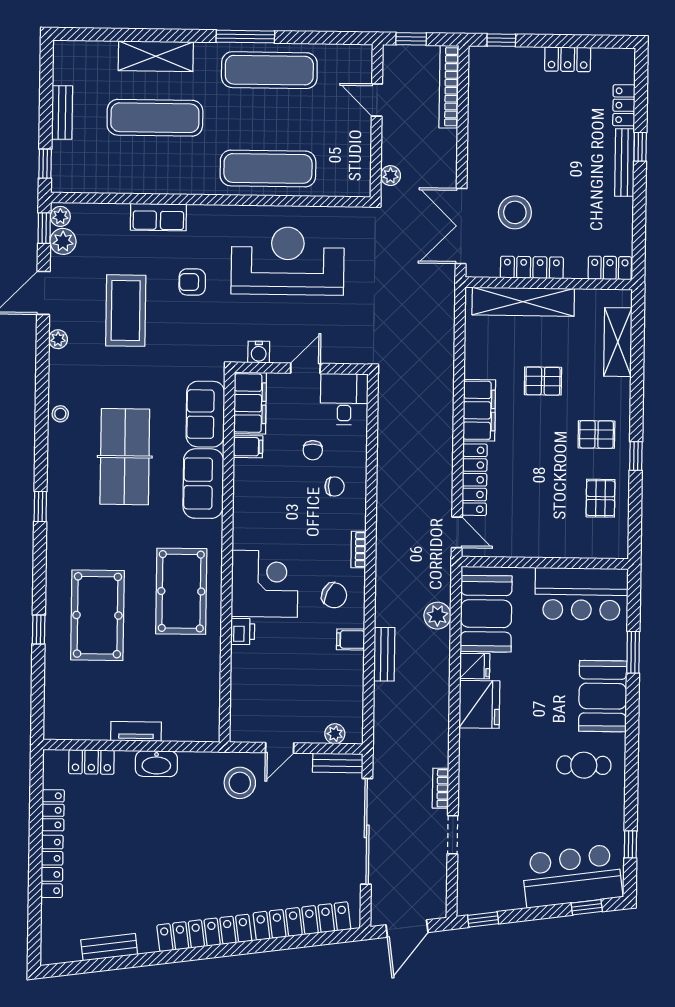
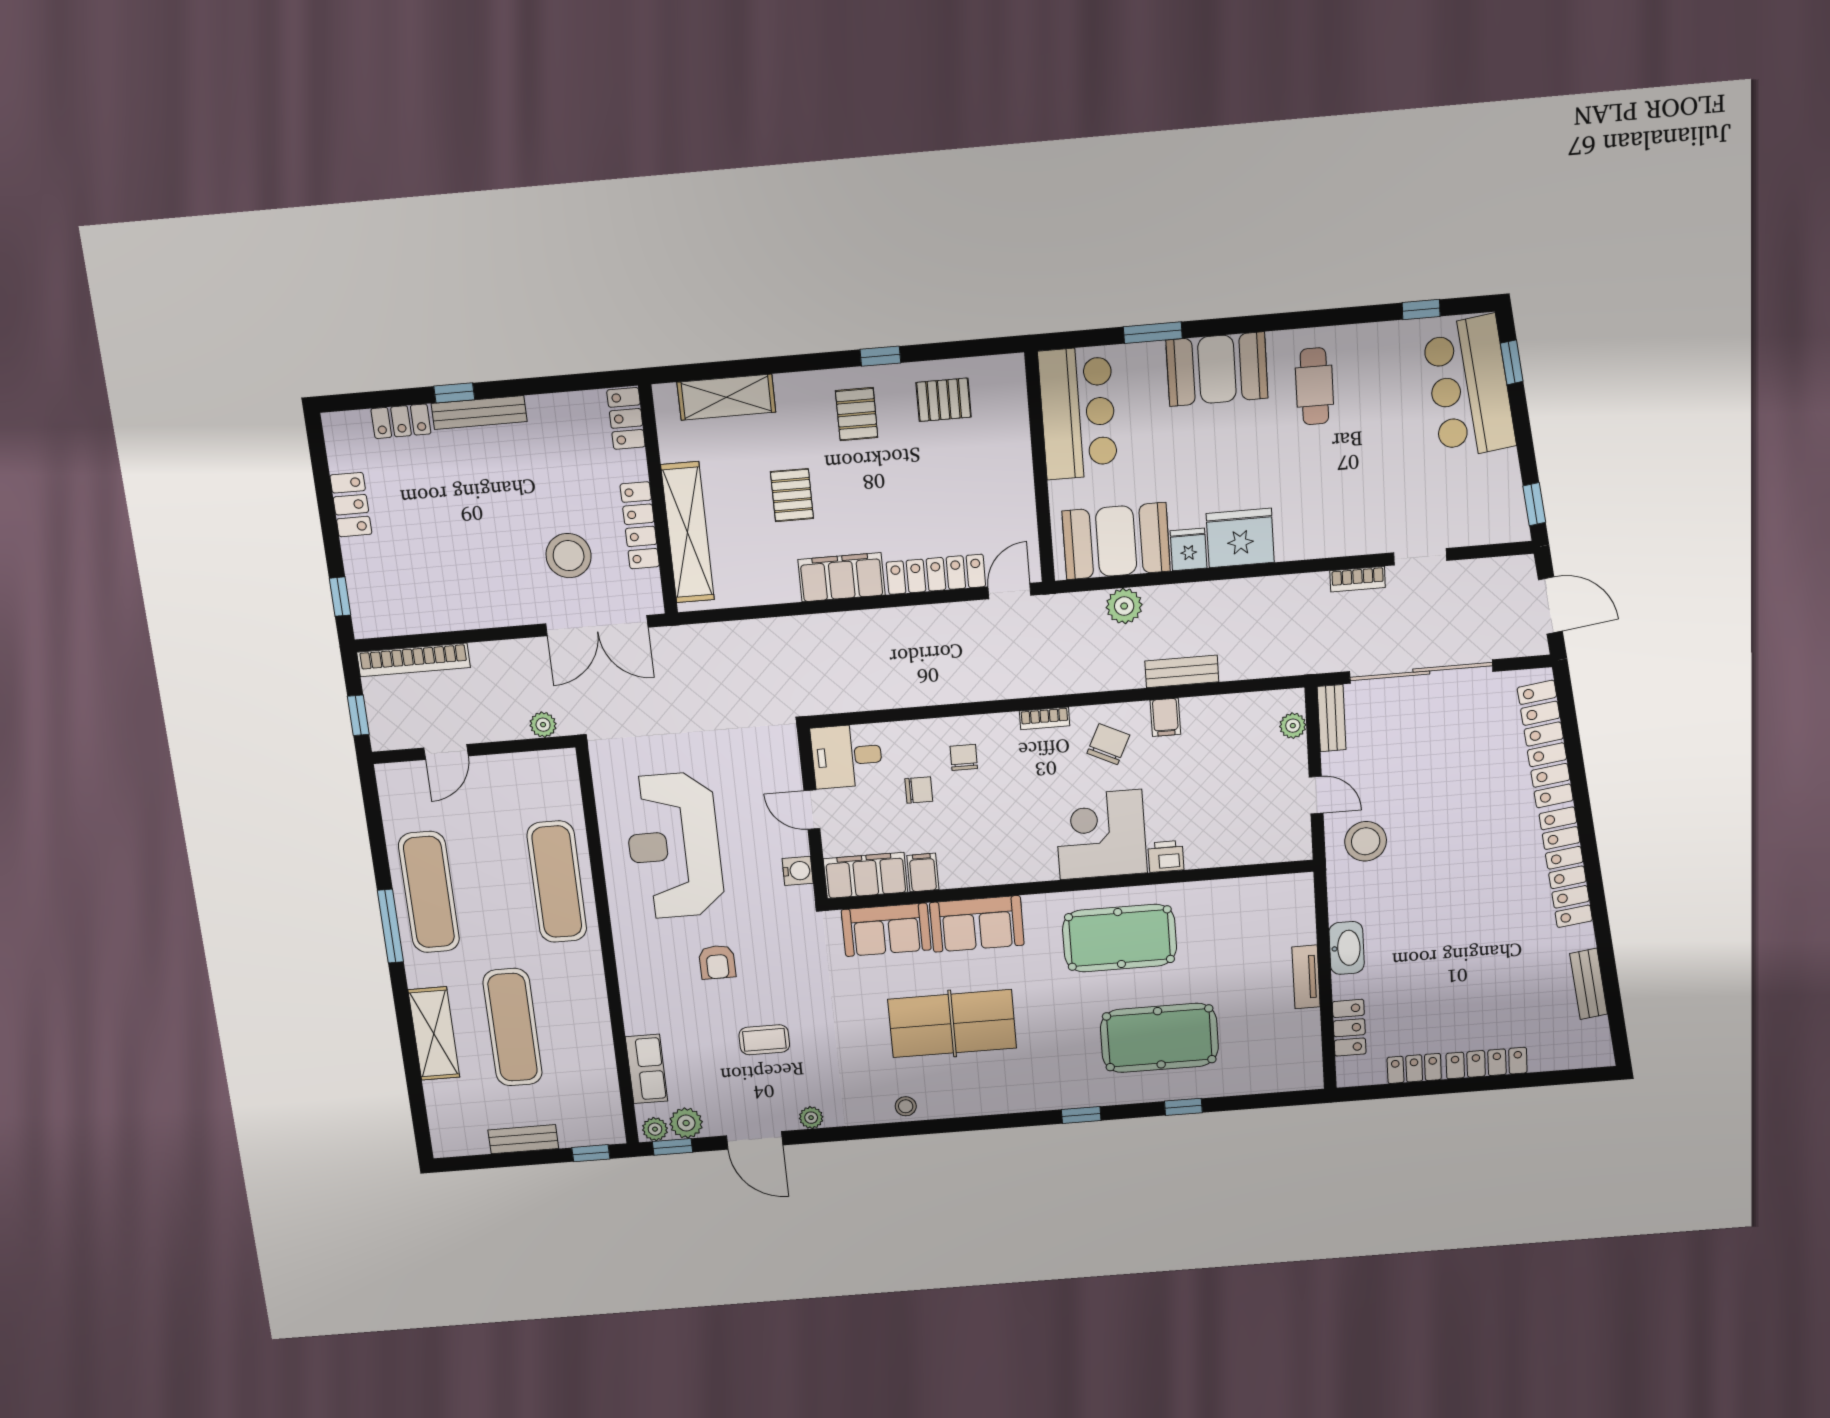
row of seats: (158, 217) -> (647, 1069), moved
coffee table: (126, 311) -> (764, 1040), width x0.54, depth x0.58
window: (40, 507) -> (1081, 1115), moved

